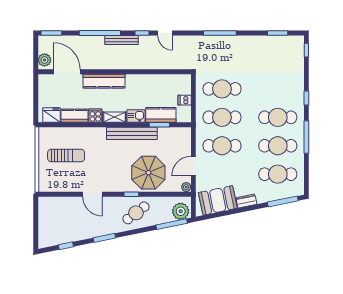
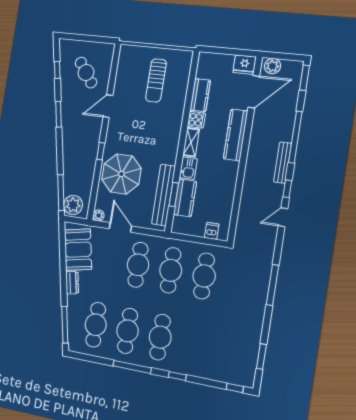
dishwasher: (185, 100) -> (212, 231), moved
fridge: (51, 115) -> (245, 65), moved, turned 90
bench: (132, 133) -> (163, 195), moved
cafe table: (136, 213) -> (86, 73), moved

